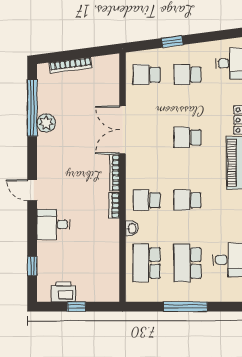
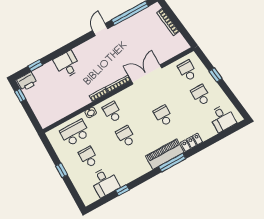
plant: (46, 123) -> (125, 27), removed
door: (32, 190) -> (100, 30), moved
school desk: (187, 263) -> (88, 157), width x0.54
printer: (63, 292) -> (27, 82), moved, turned 90
window: (76, 307) -> (20, 95), moved
window: (185, 307) -> (62, 170), width x0.46

